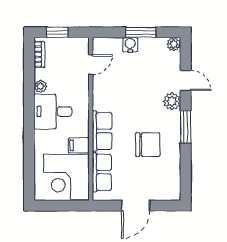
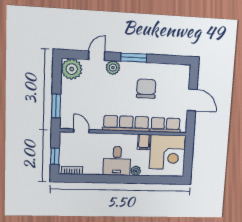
window: (141, 32) -> (56, 106), moved
plant: (174, 44) -> (72, 69), width x1.87, depth x1.87
water cooler: (130, 45) -> (66, 99), removed
plant: (40, 86) -> (136, 171), moved
row of seats: (102, 131) -> (126, 124), width x1.48

